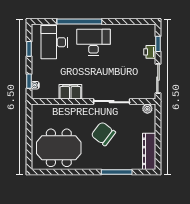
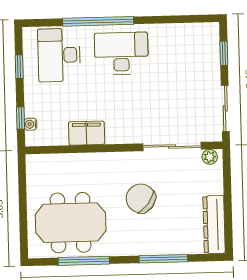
printer: (150, 52) -> (211, 66), removed
sliding door: (112, 102) -> (172, 147), moved
window: (66, 172) -> (84, 261), added

